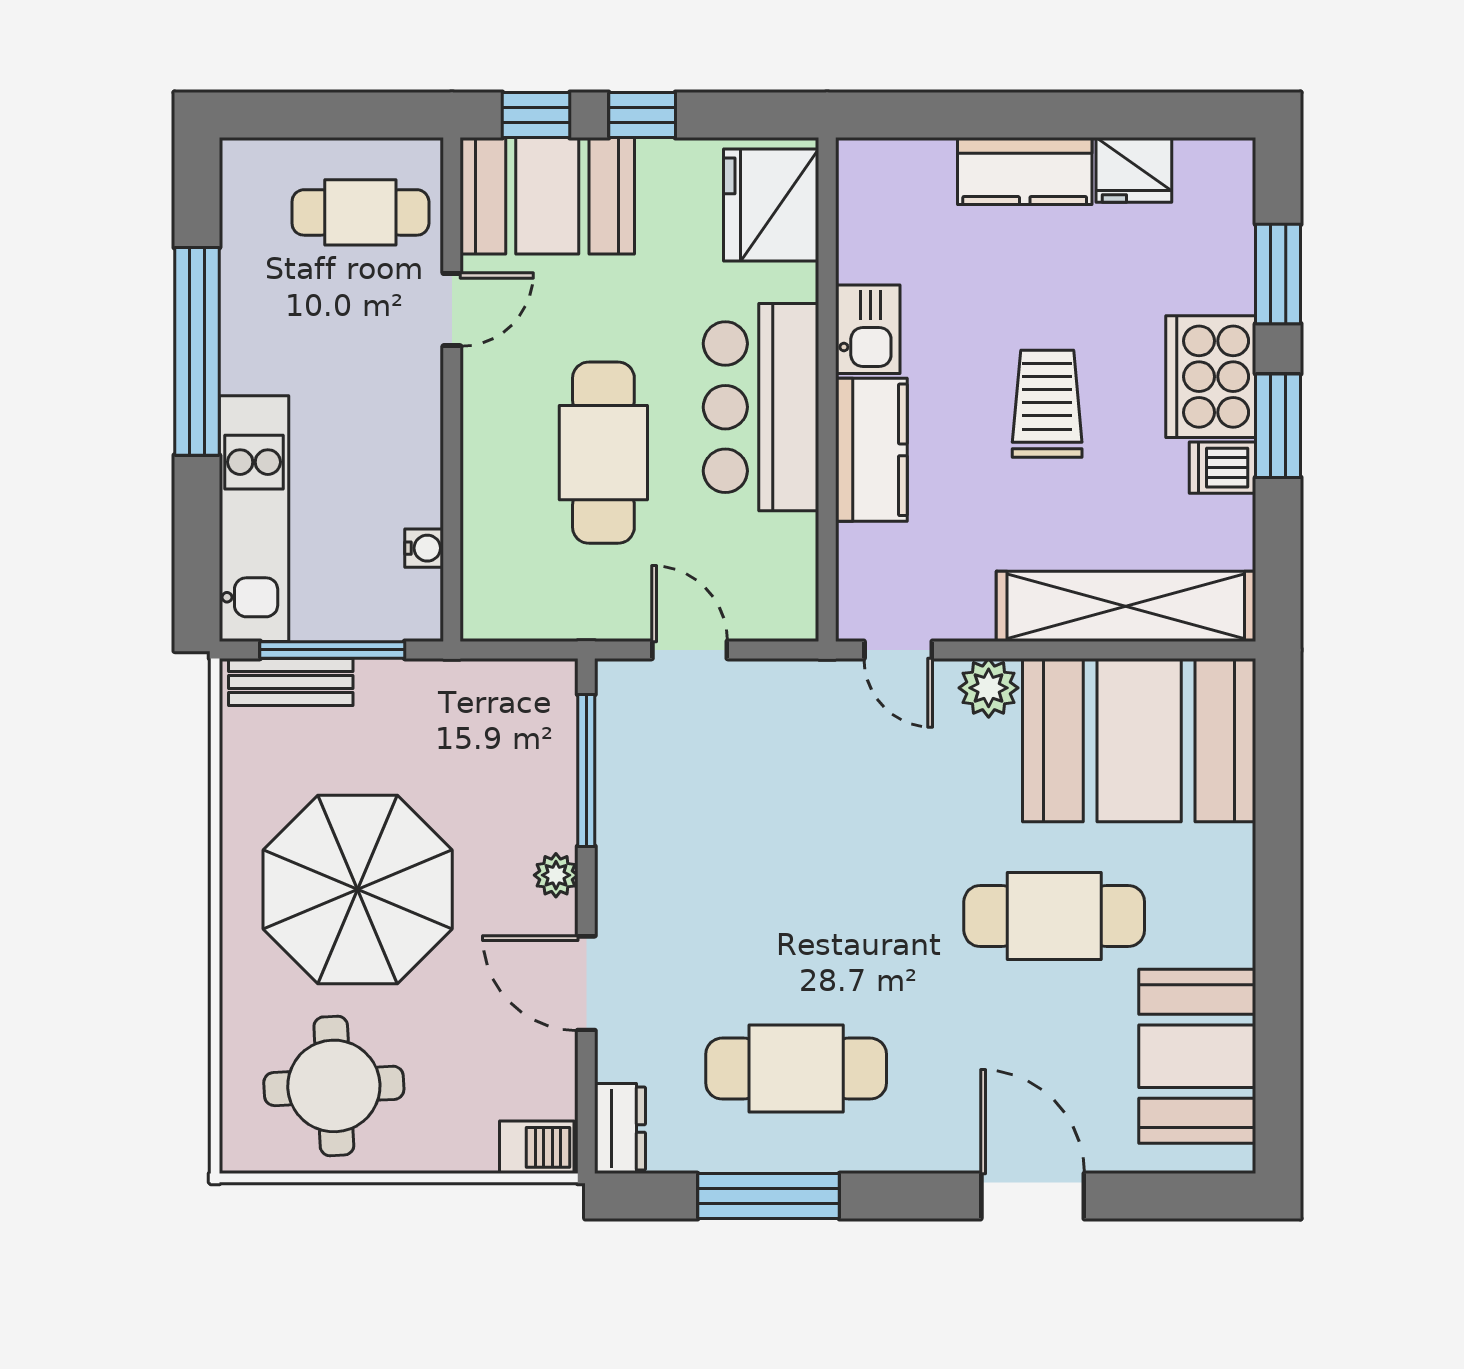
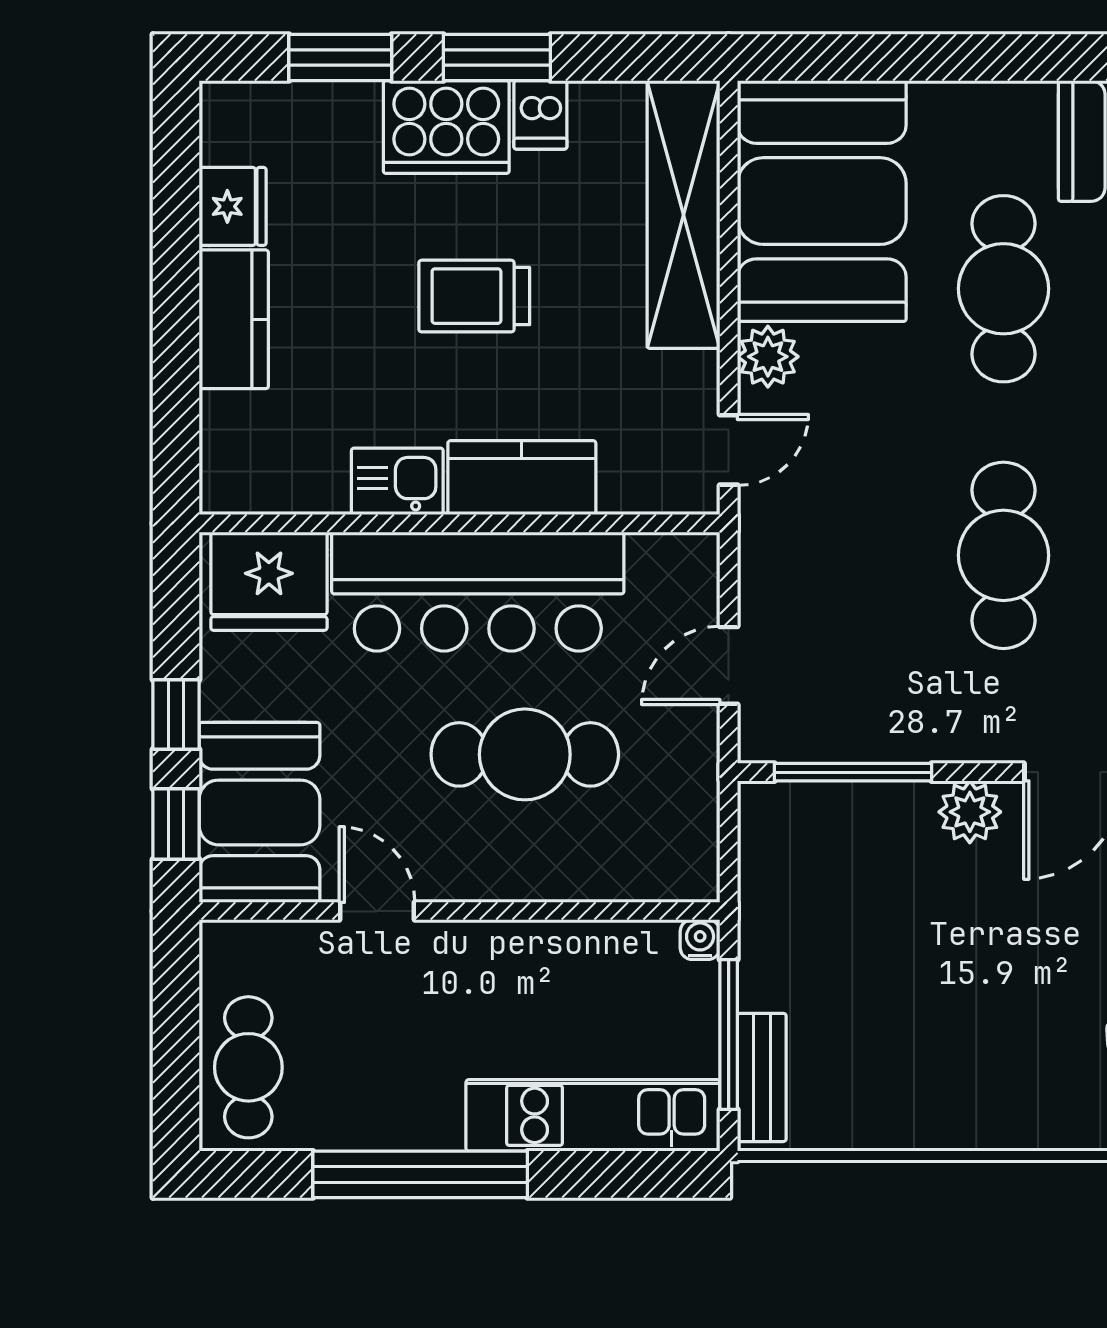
cafe table: (360, 212) -> (248, 1067), moved
bar counter: (761, 407) -> (478, 592), width x1.36
water cooler: (424, 548) -> (700, 940), moved
plant: (556, 875) -> (970, 812), width x1.38, depth x1.38
parasol: (358, 889) -> (976, 1008), removed
cafe table: (796, 916) -> (1003, 555), added

